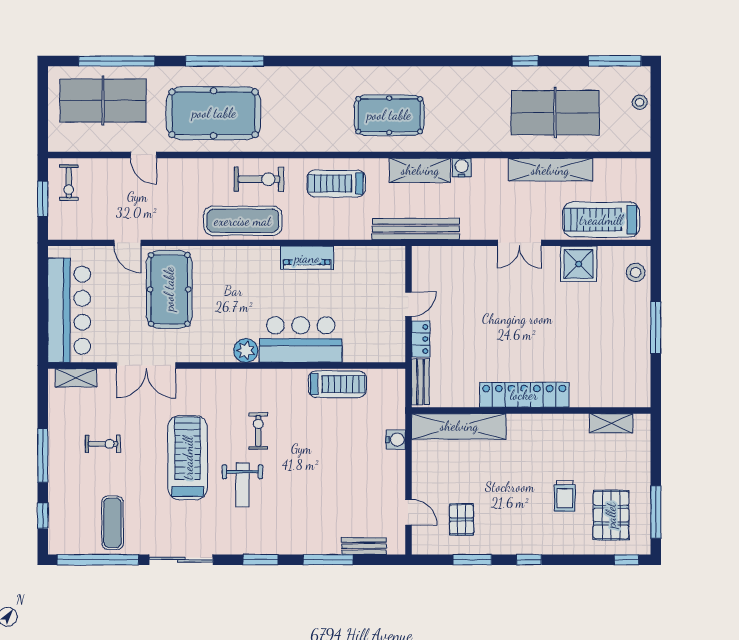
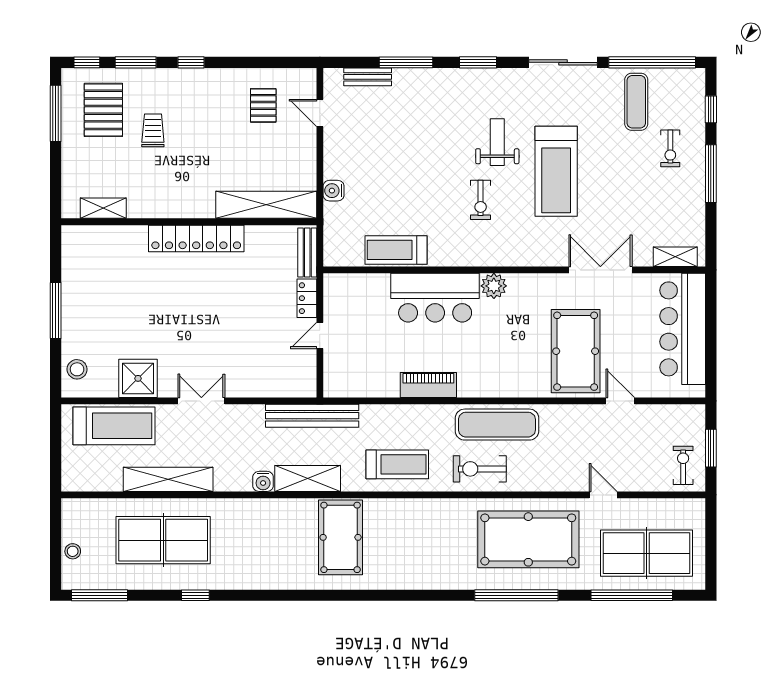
pool table: (389, 115) -> (341, 537), turned 90
exercise bike: (103, 444) -> (670, 148), moved, turned -90
window: (472, 560) -> (136, 62), moved

